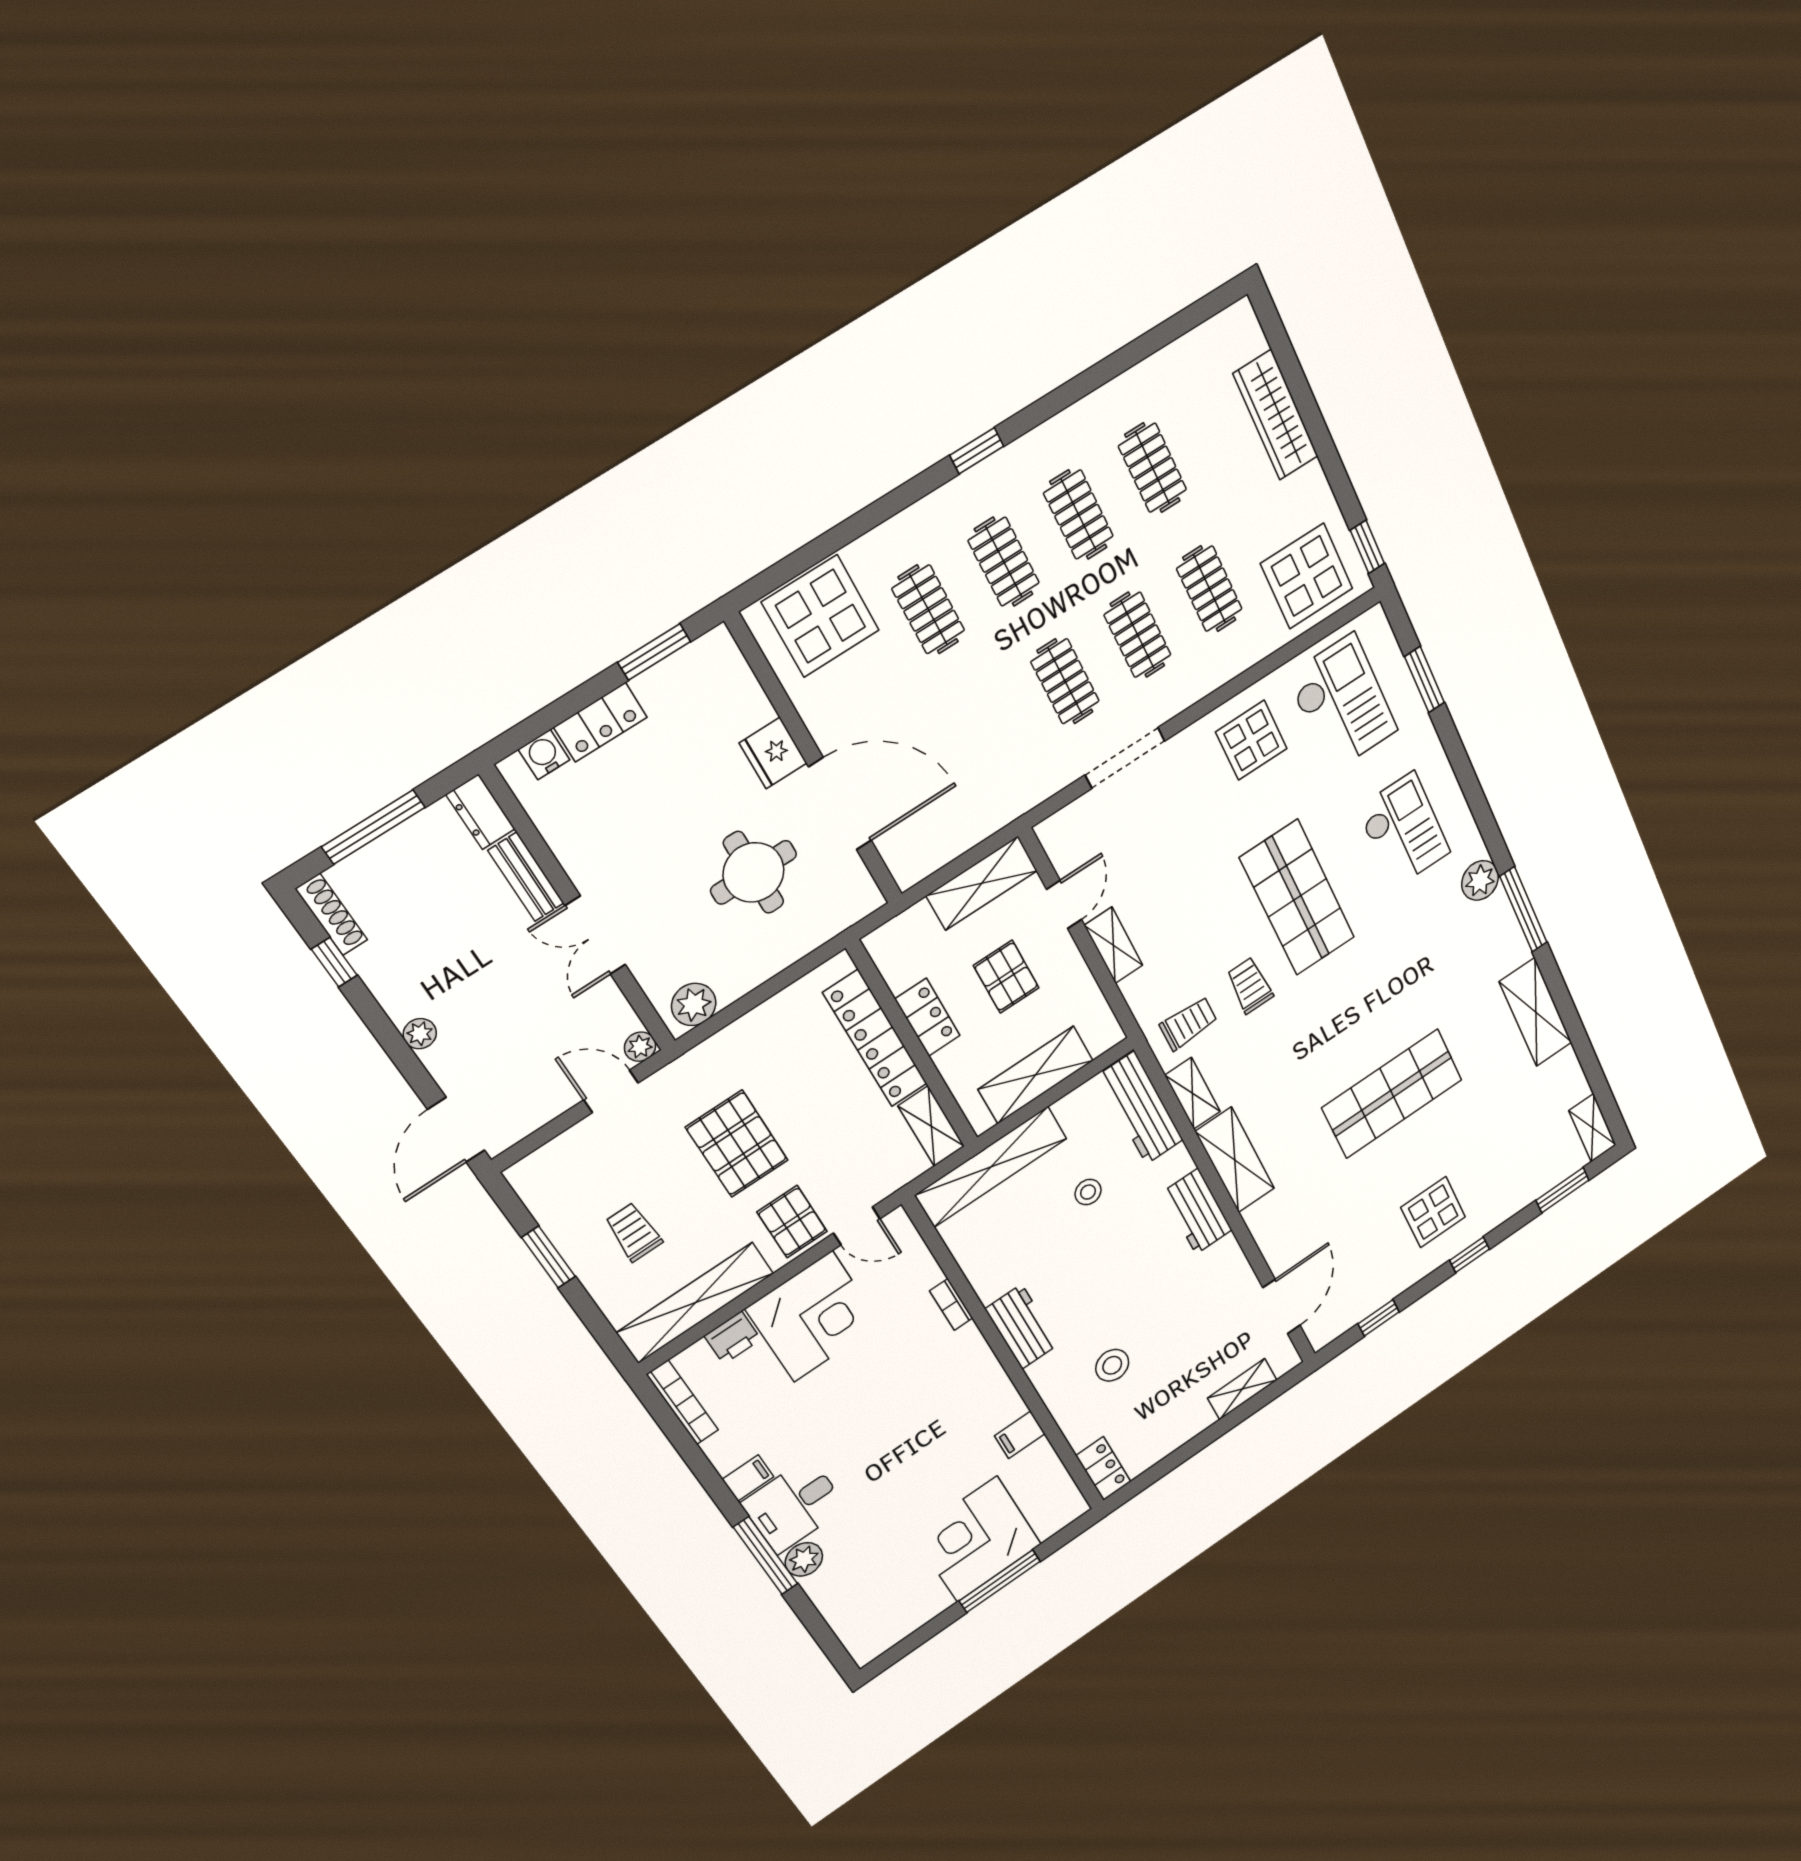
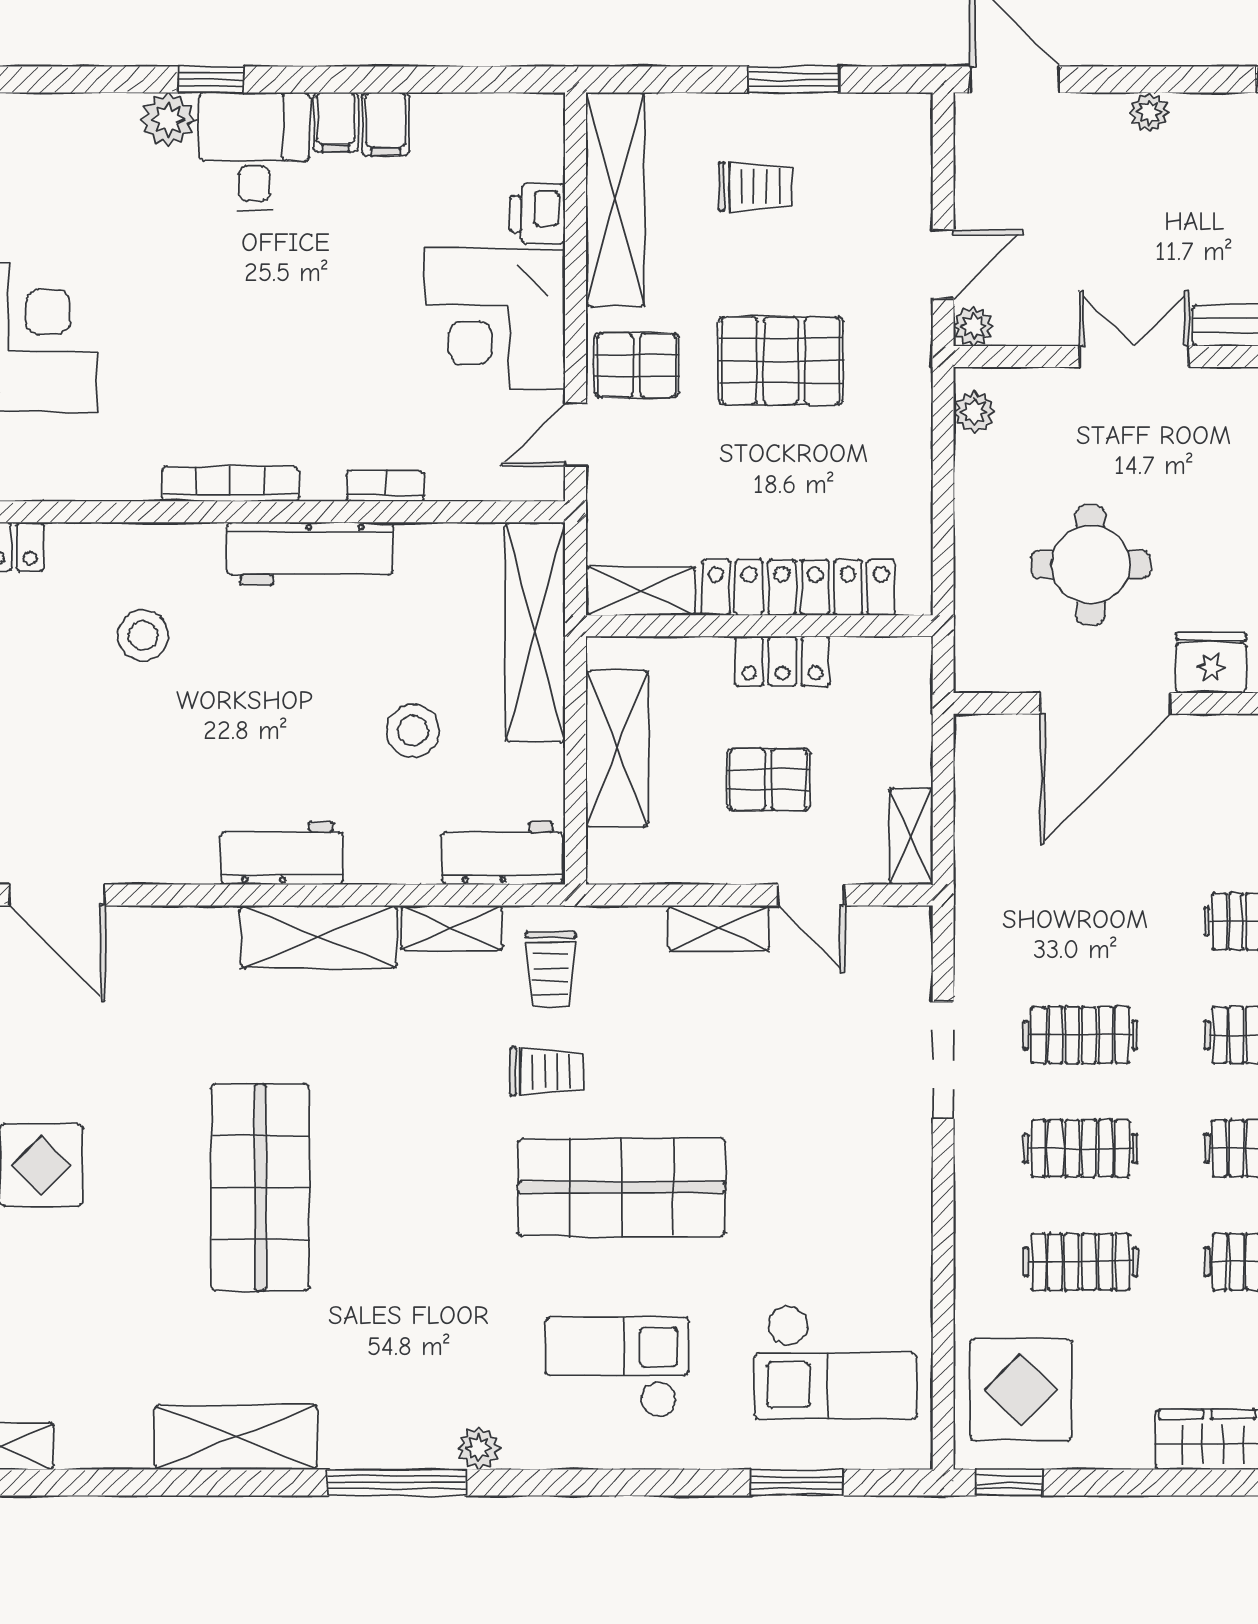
display table: (1251, 740) -> (863, 1225), removed
checkout: (1404, 830) -> (617, 1367), turned 180
plant: (1480, 880) -> (479, 1448), width x0.73, depth x0.73
shelving: (982, 883) -> (911, 836), width x0.67, depth x0.75
plant: (694, 1005) -> (974, 412), width x0.73, depth x0.73
workbench: (1141, 1108) -> (502, 853), width x0.73
stool: (1088, 1192) -> (413, 731), width x1.37, depth x1.37
workbench: (1022, 1327) -> (310, 553), width x1.38
bookcase: (683, 1402) -> (230, 484), moved, turned 180
filing cabinet: (1020, 1435) -> (386, 124), moved, turned 180
window: (766, 1556) -> (211, 80), width x0.46

